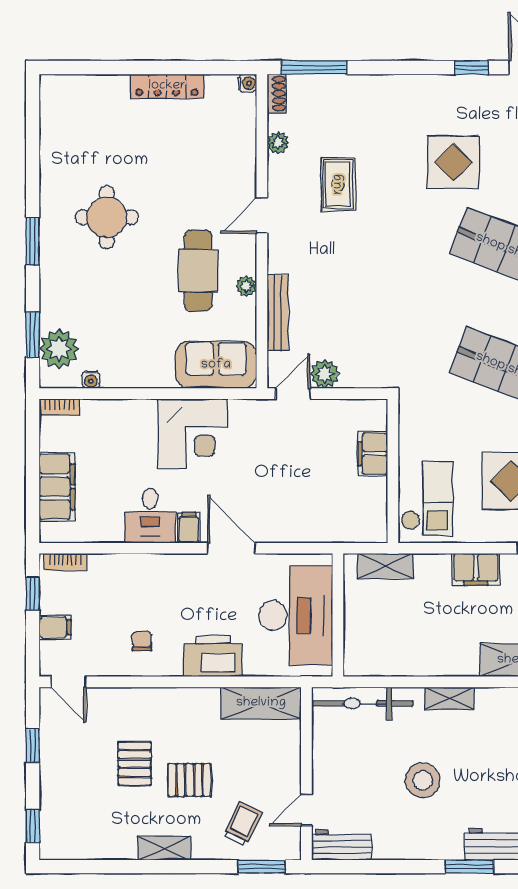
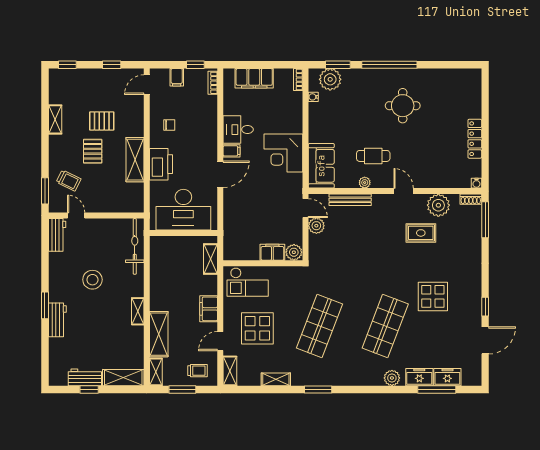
plant: (278, 143) -> (438, 205), width x1.88, depth x1.88
window: (33, 241) -> (389, 65), width x2.11
cafe table: (198, 271) -> (373, 156), width x0.73, depth x0.74
plant: (373, 415) -> (294, 252), added
shelving: (449, 698) -> (138, 311), moved
shelving: (261, 703) -> (135, 160), moved
shelving: (164, 848) -> (55, 119), moved

